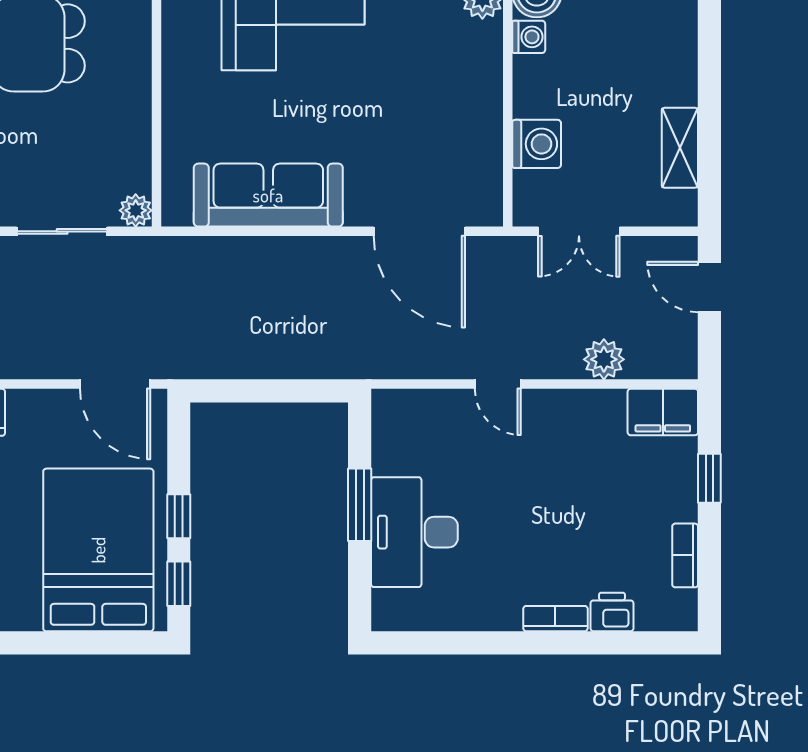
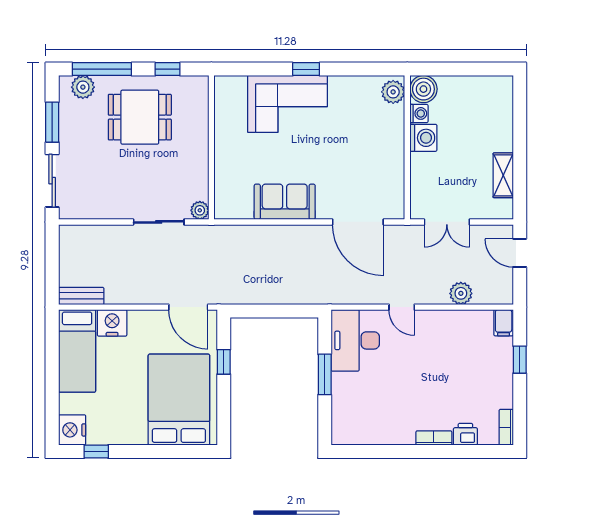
washing machine: (537, 144) -> (423, 138), moved
sofa: (268, 195) -> (285, 202), width x0.73
filing cabinet: (663, 412) -> (504, 323), width x0.50
window: (179, 516) -> (224, 362), moved
desk: (414, 532) -> (355, 340), moved
bookcase: (685, 555) -> (506, 427), moved
window: (179, 584) -> (224, 419), removed

